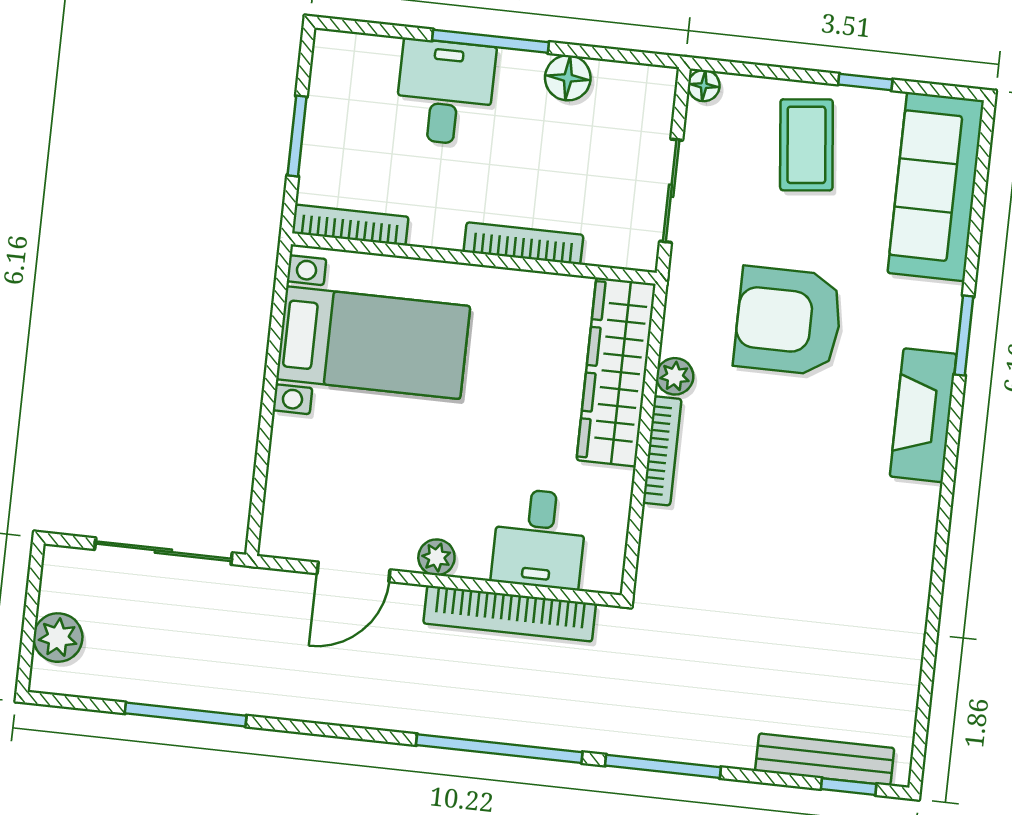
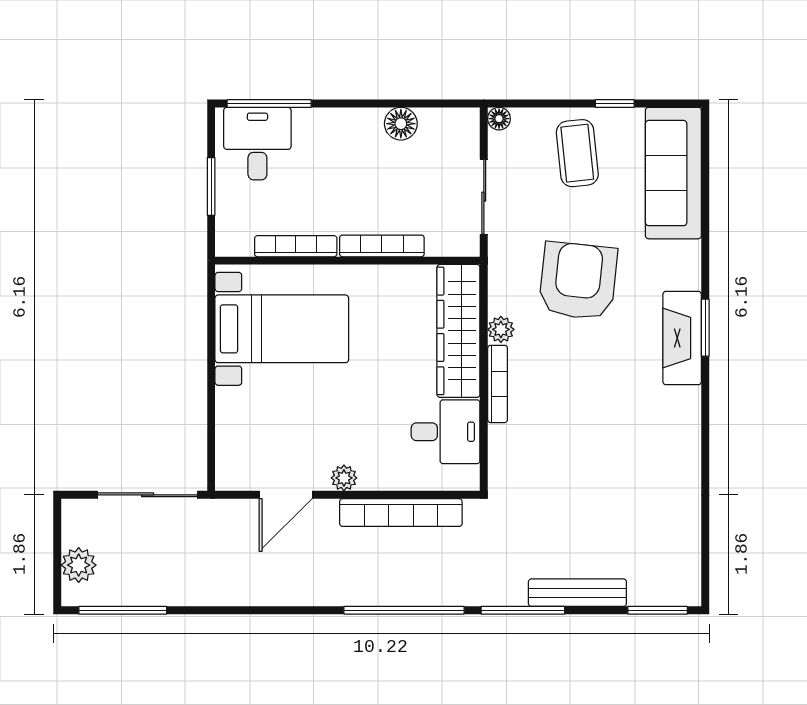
window: (491, 41) -> (269, 103), moved
desk: (445, 92) -> (257, 144), moved
bookcase: (350, 225) -> (296, 246), moved
armchair: (788, 321) -> (578, 281), turned 96
window: (964, 335) -> (705, 328), moved
desk: (539, 539) -> (446, 432), moved, turned -90
window: (186, 714) -> (123, 610), moved
bench: (825, 759) -> (577, 593), moved
window: (849, 787) -> (658, 610), width x1.50

